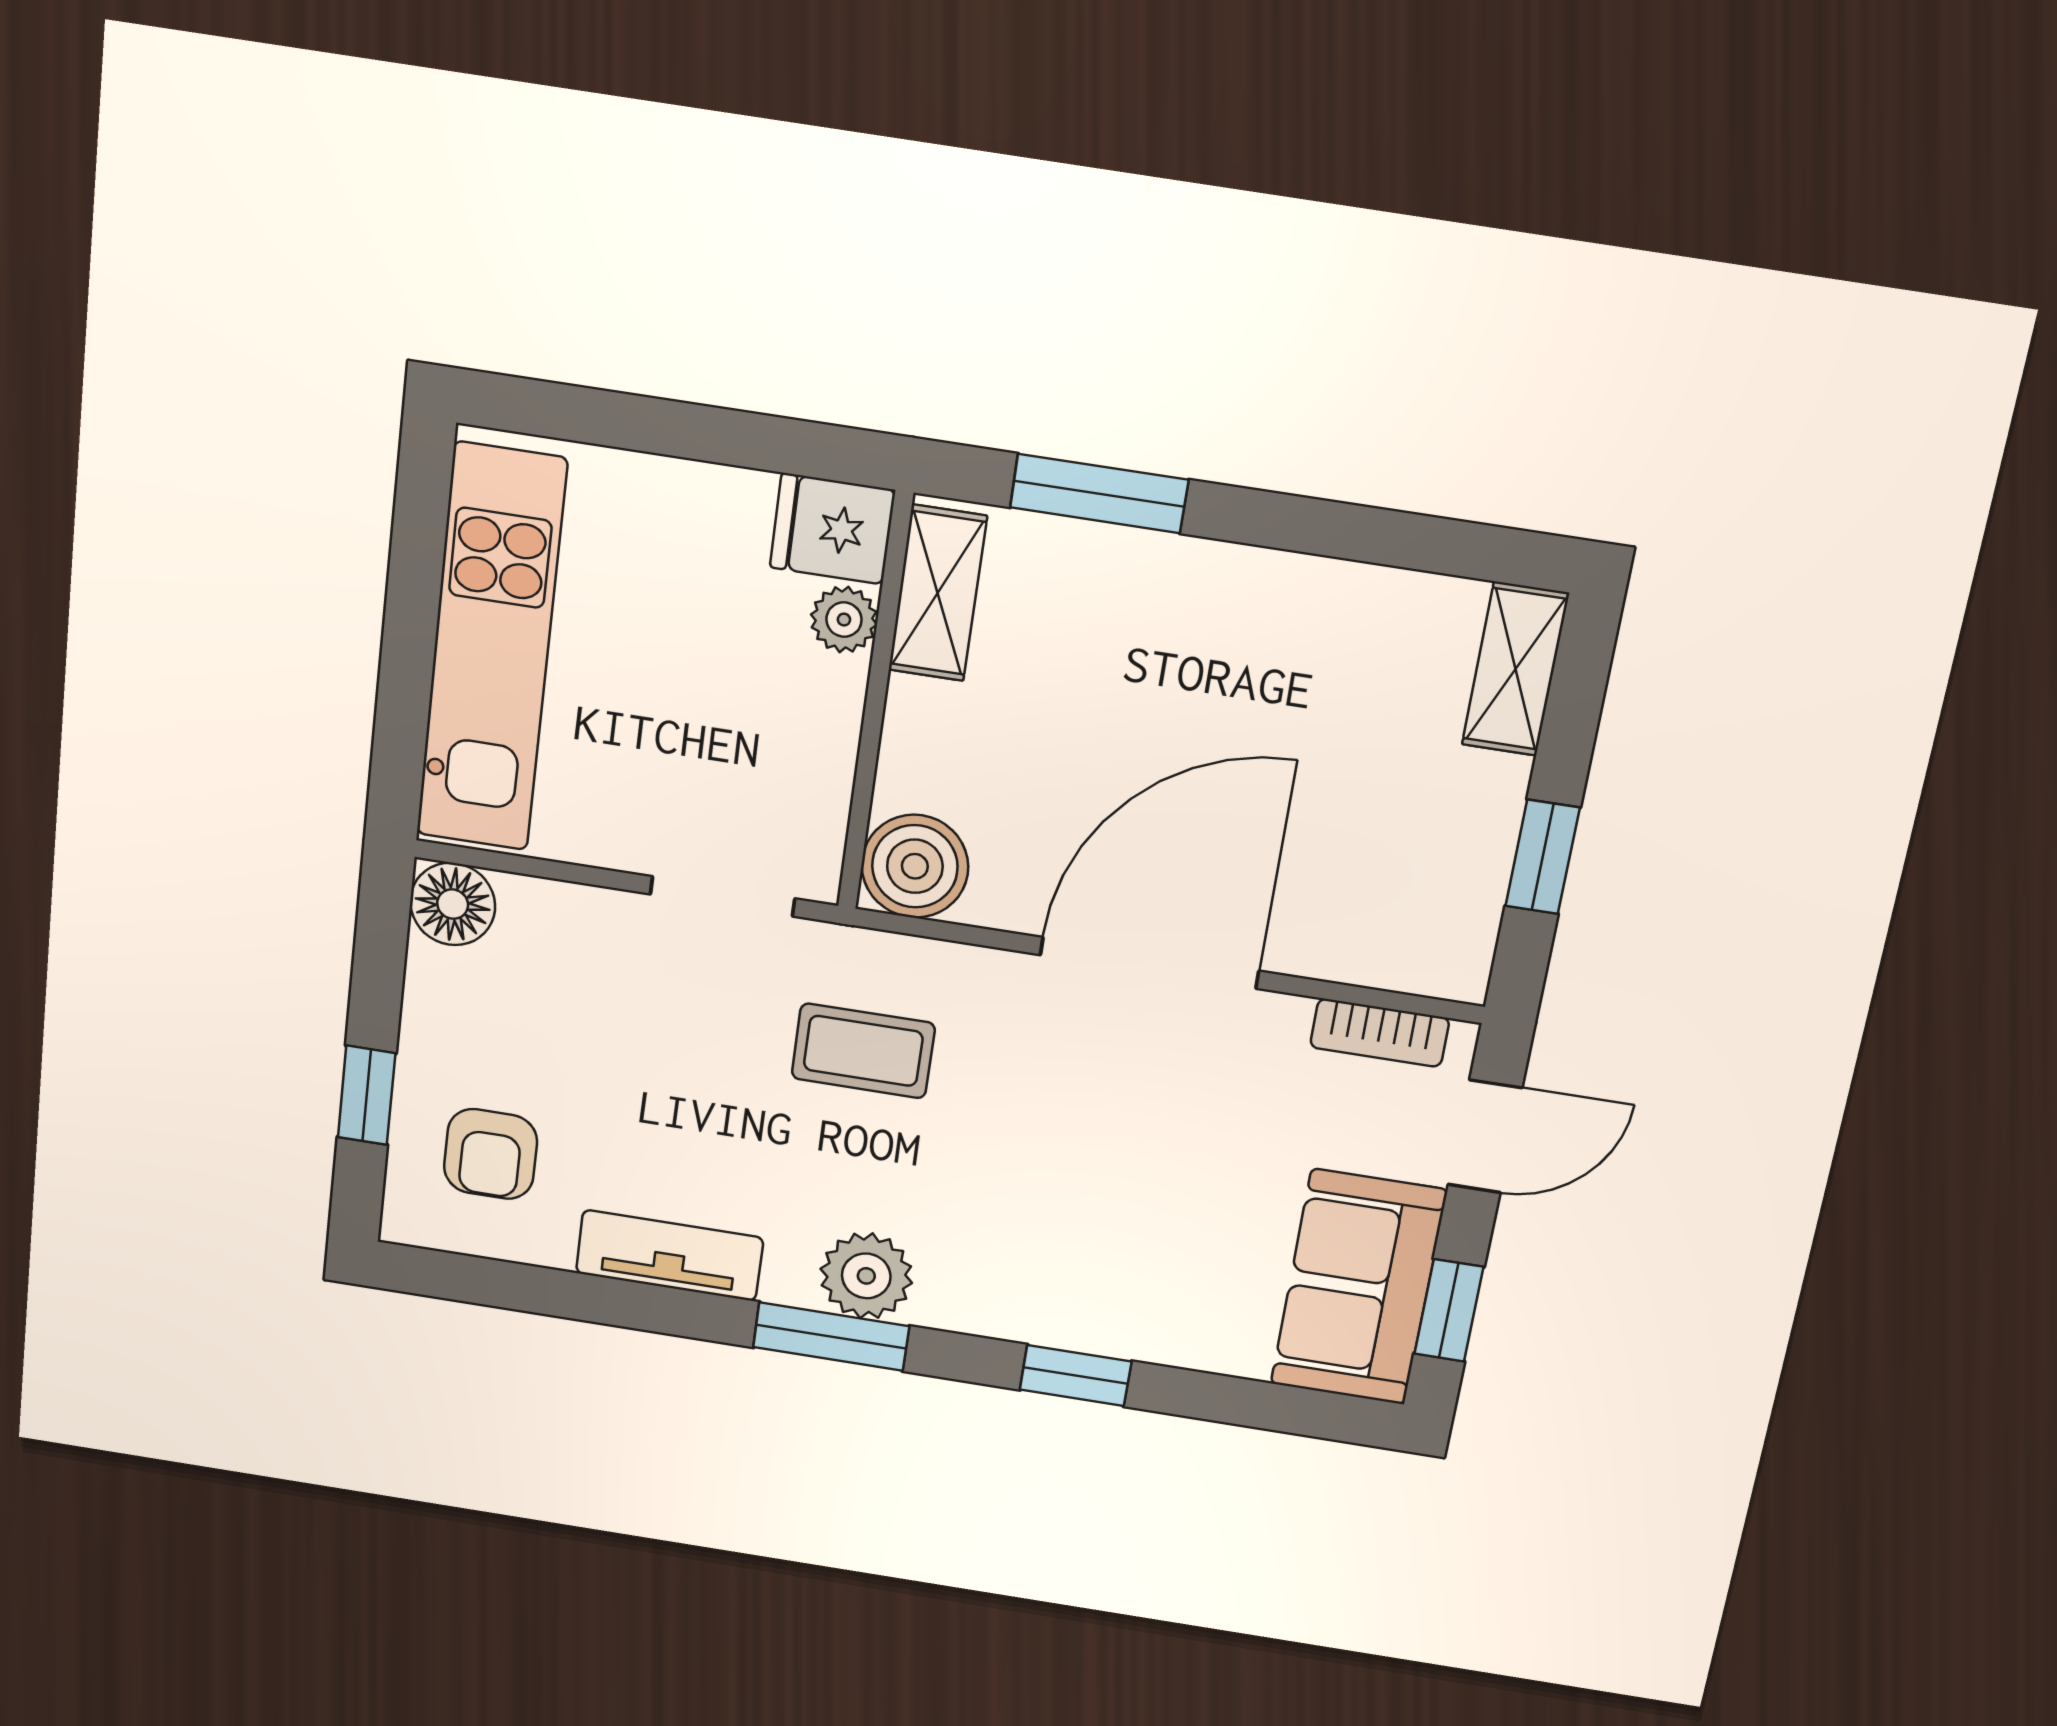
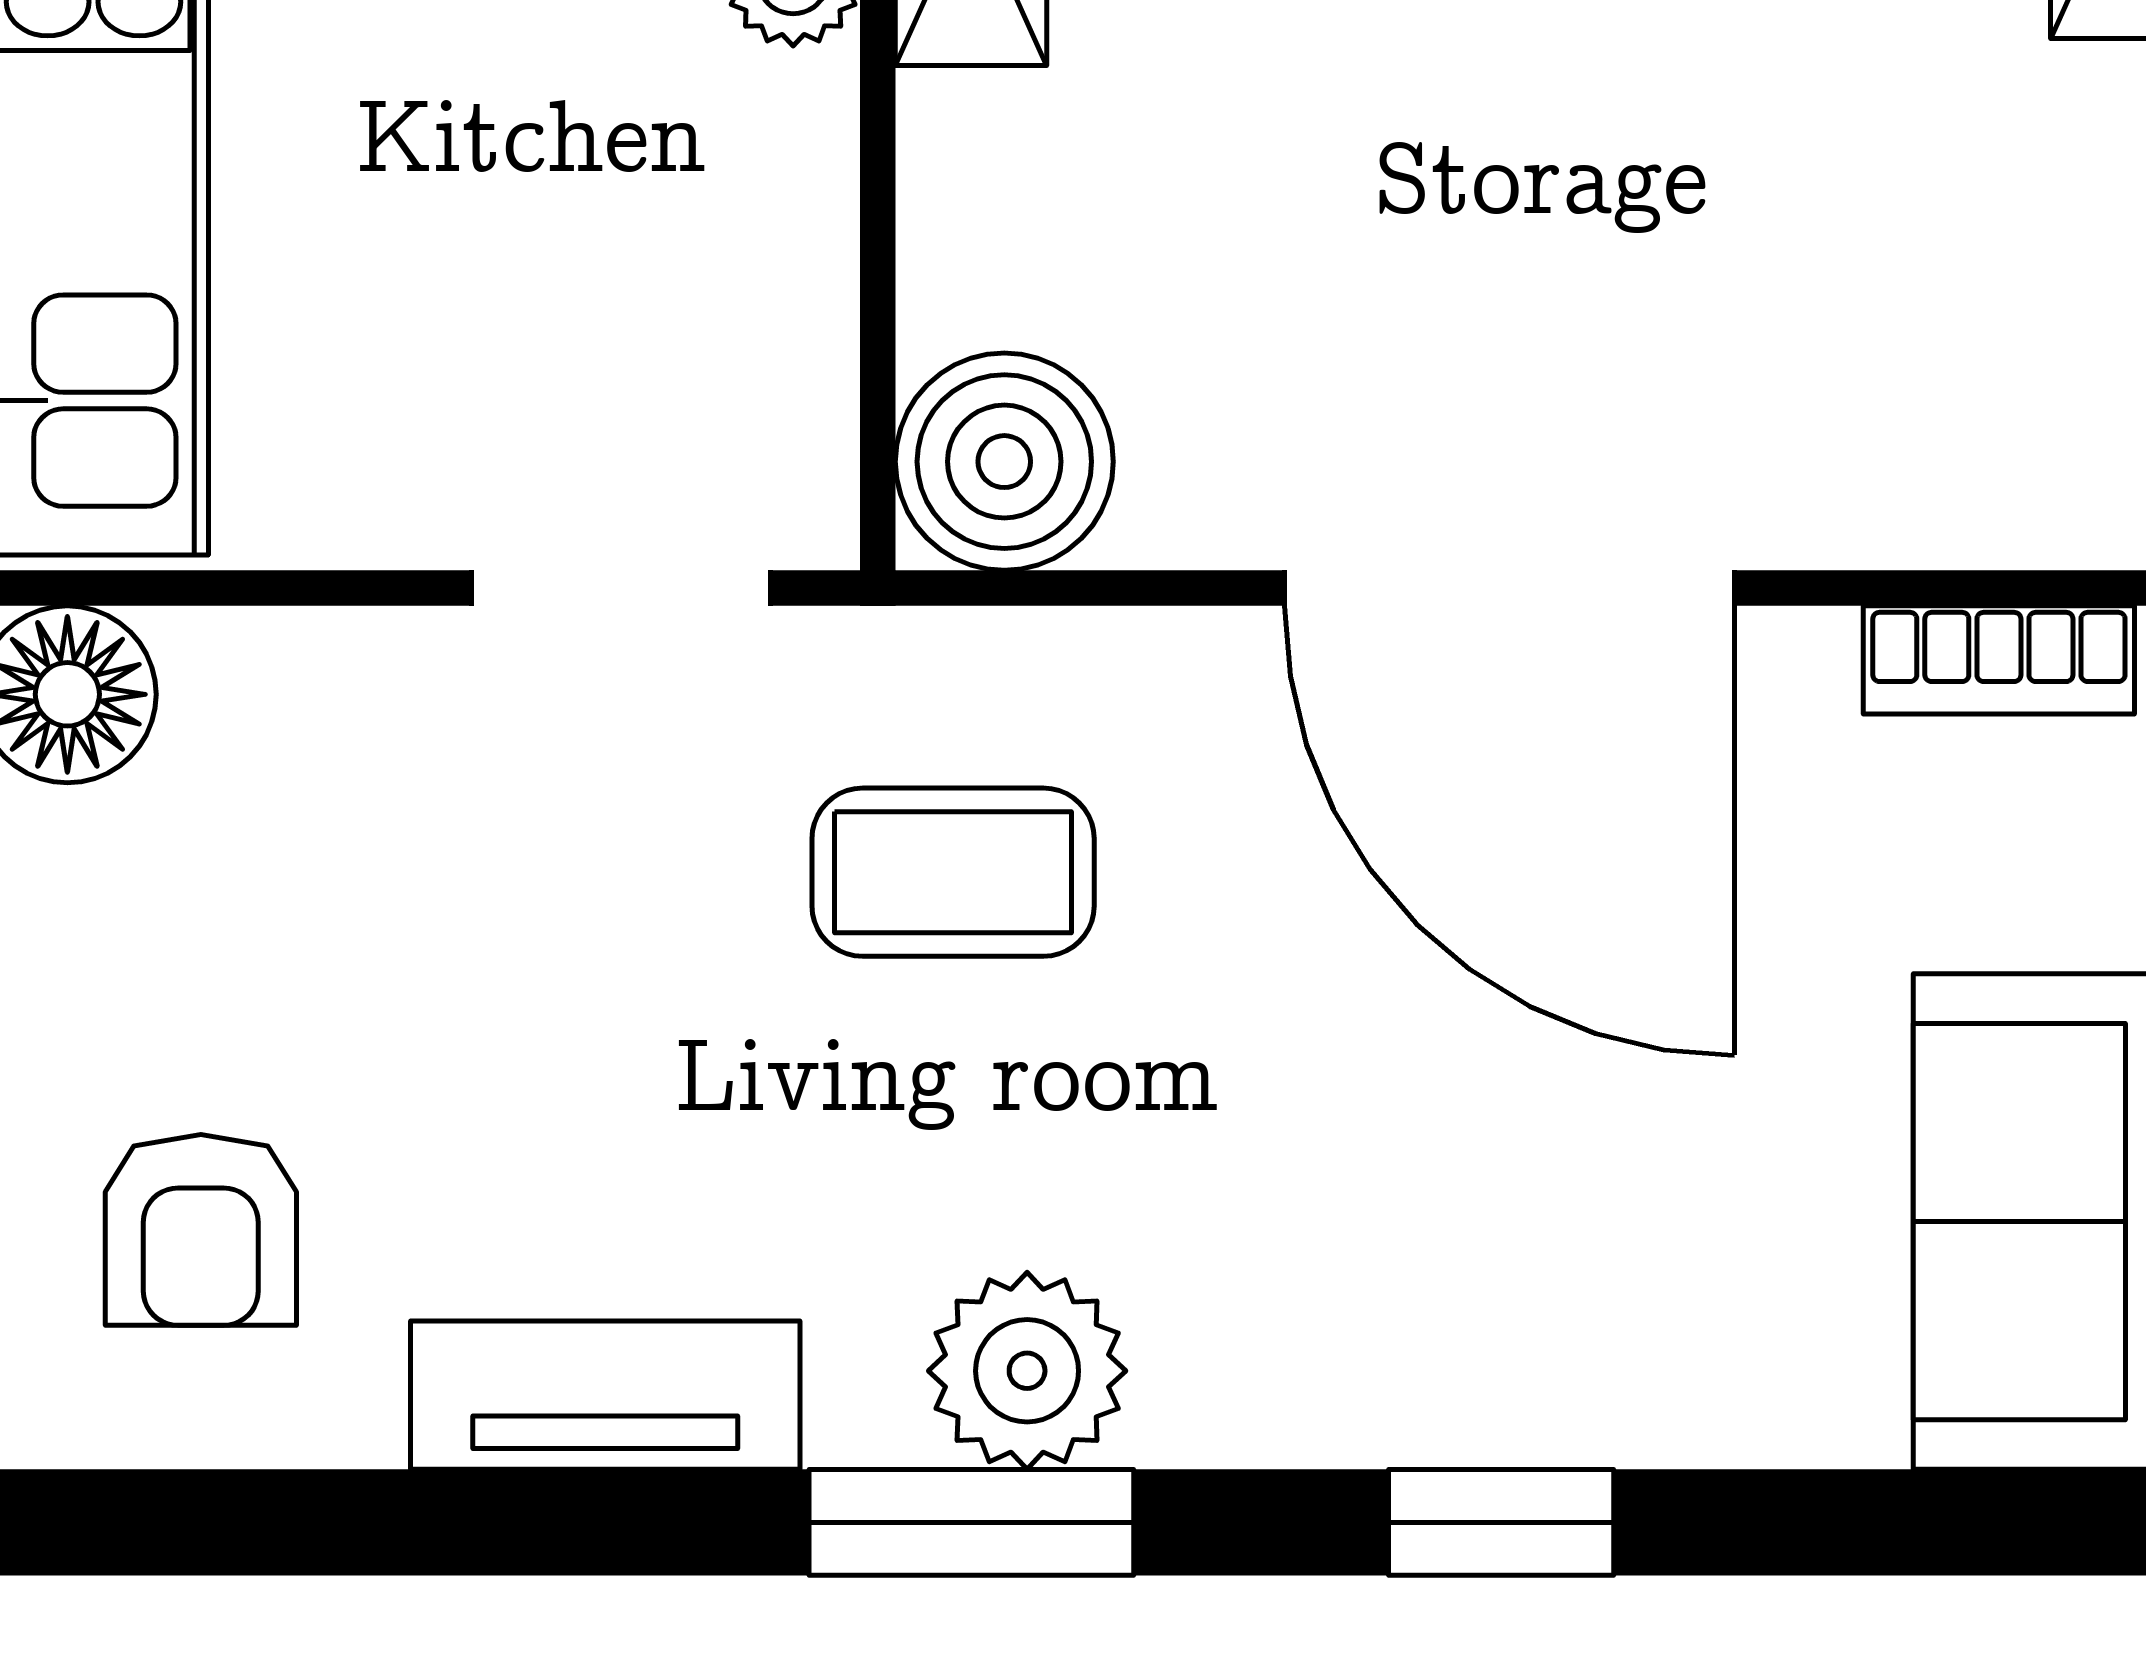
door: (1149, 963) -> (1509, 588), swing flipped

